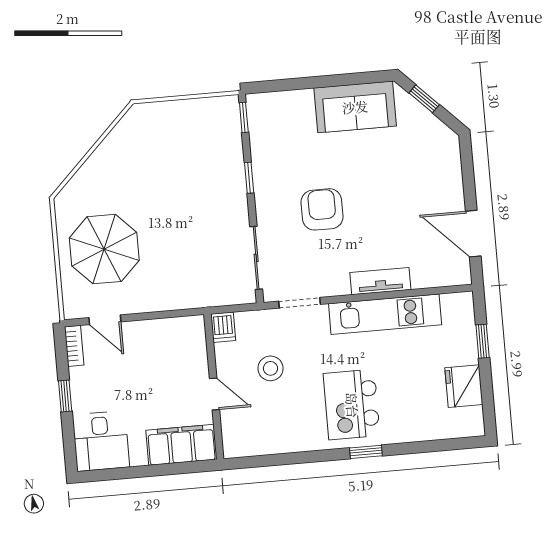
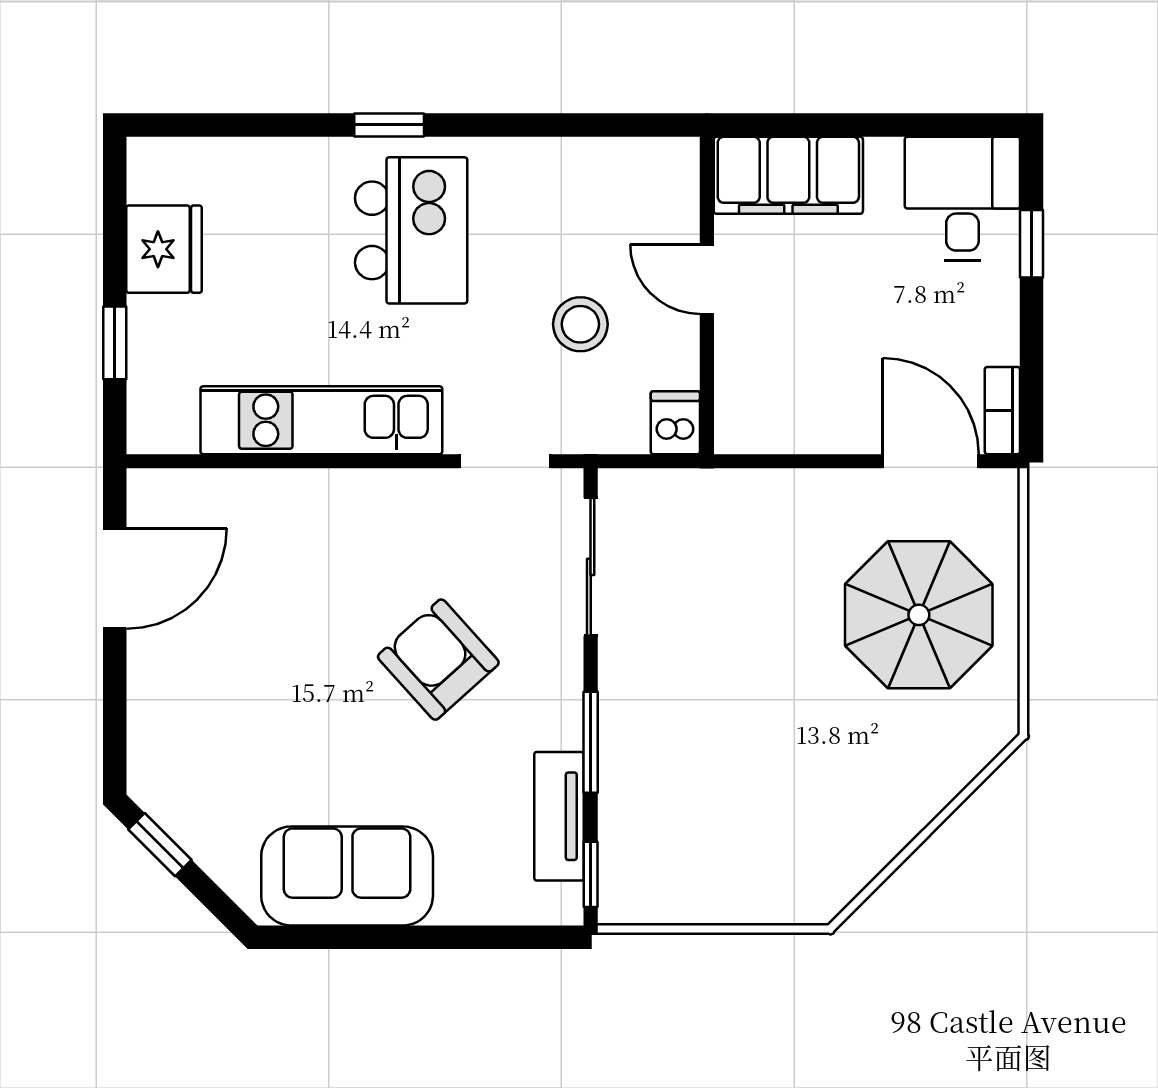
window: (424, 99) -> (160, 845), moved
window: (249, 178) -> (591, 742), width x1.50
armchair: (322, 209) -> (438, 660), turned 138
door: (473, 234) -> (115, 578), hinge flipped
tv unit: (380, 281) -> (559, 816), moved, turned 90
door: (105, 320) -> (931, 461), width x1.38
window: (65, 396) -> (1032, 244), moved

